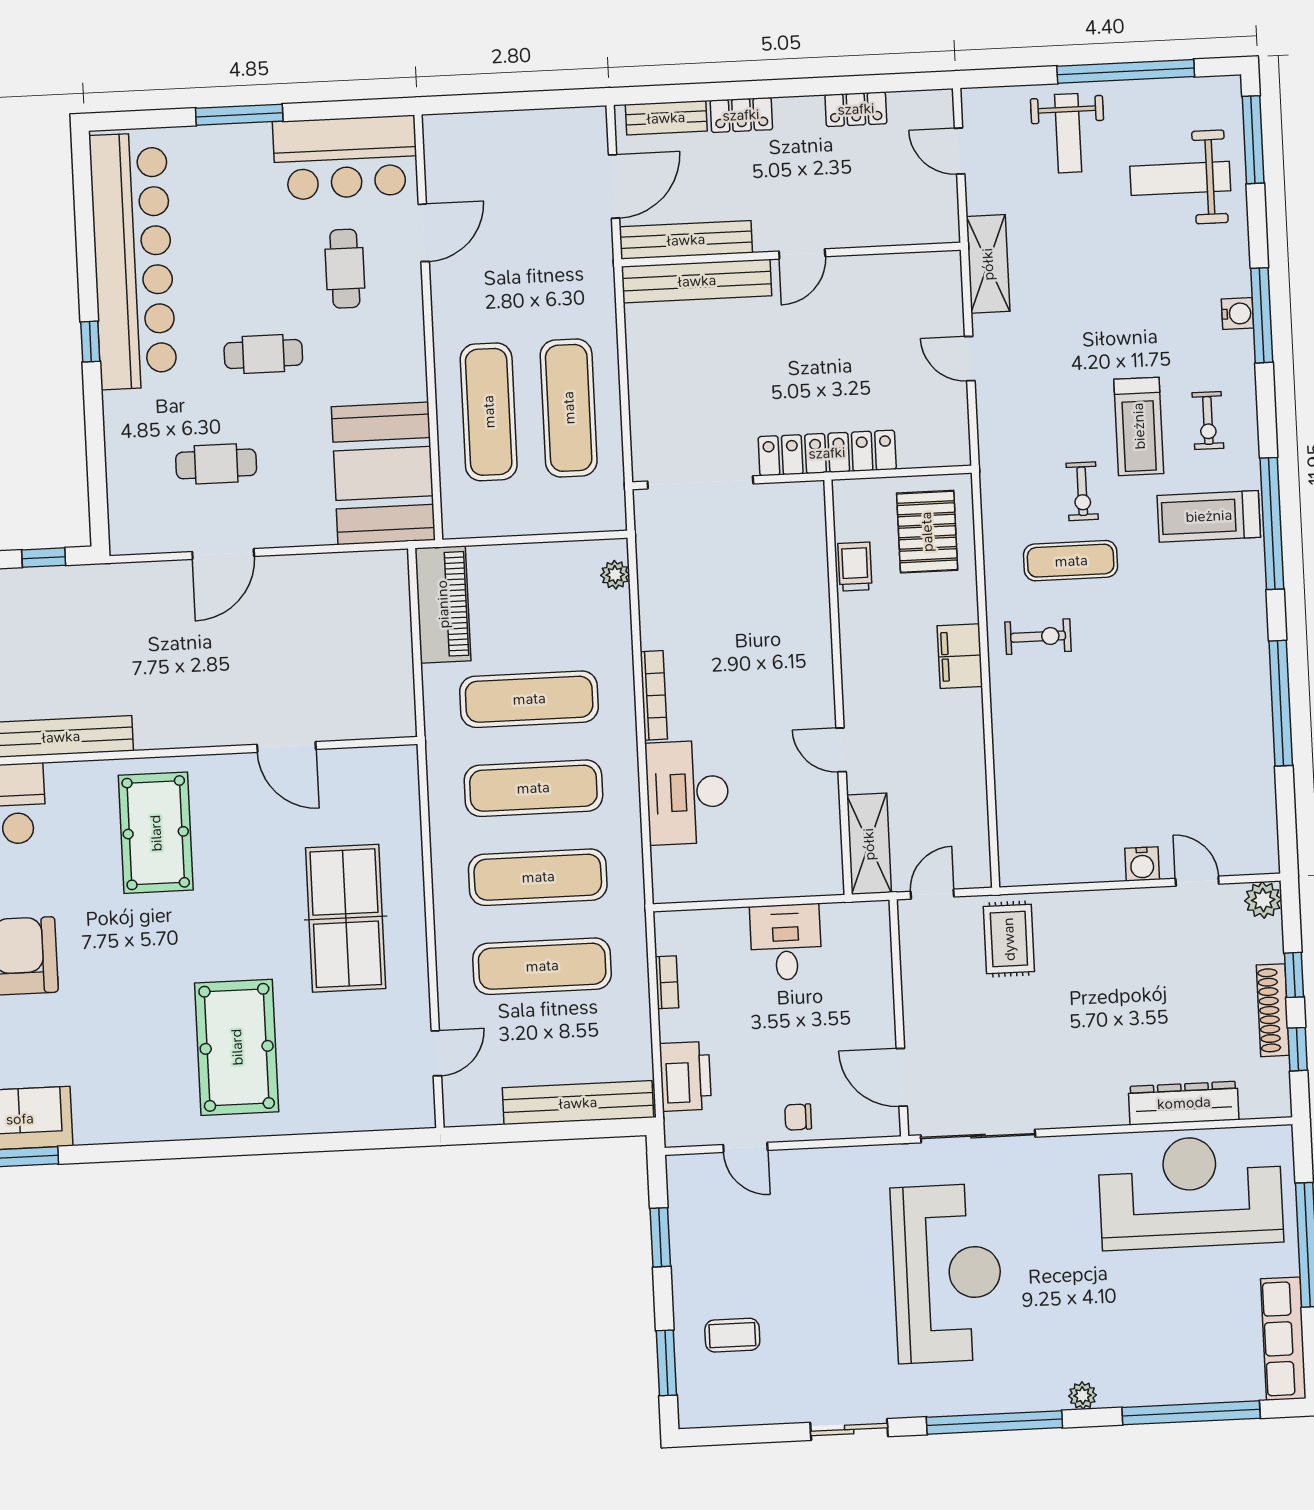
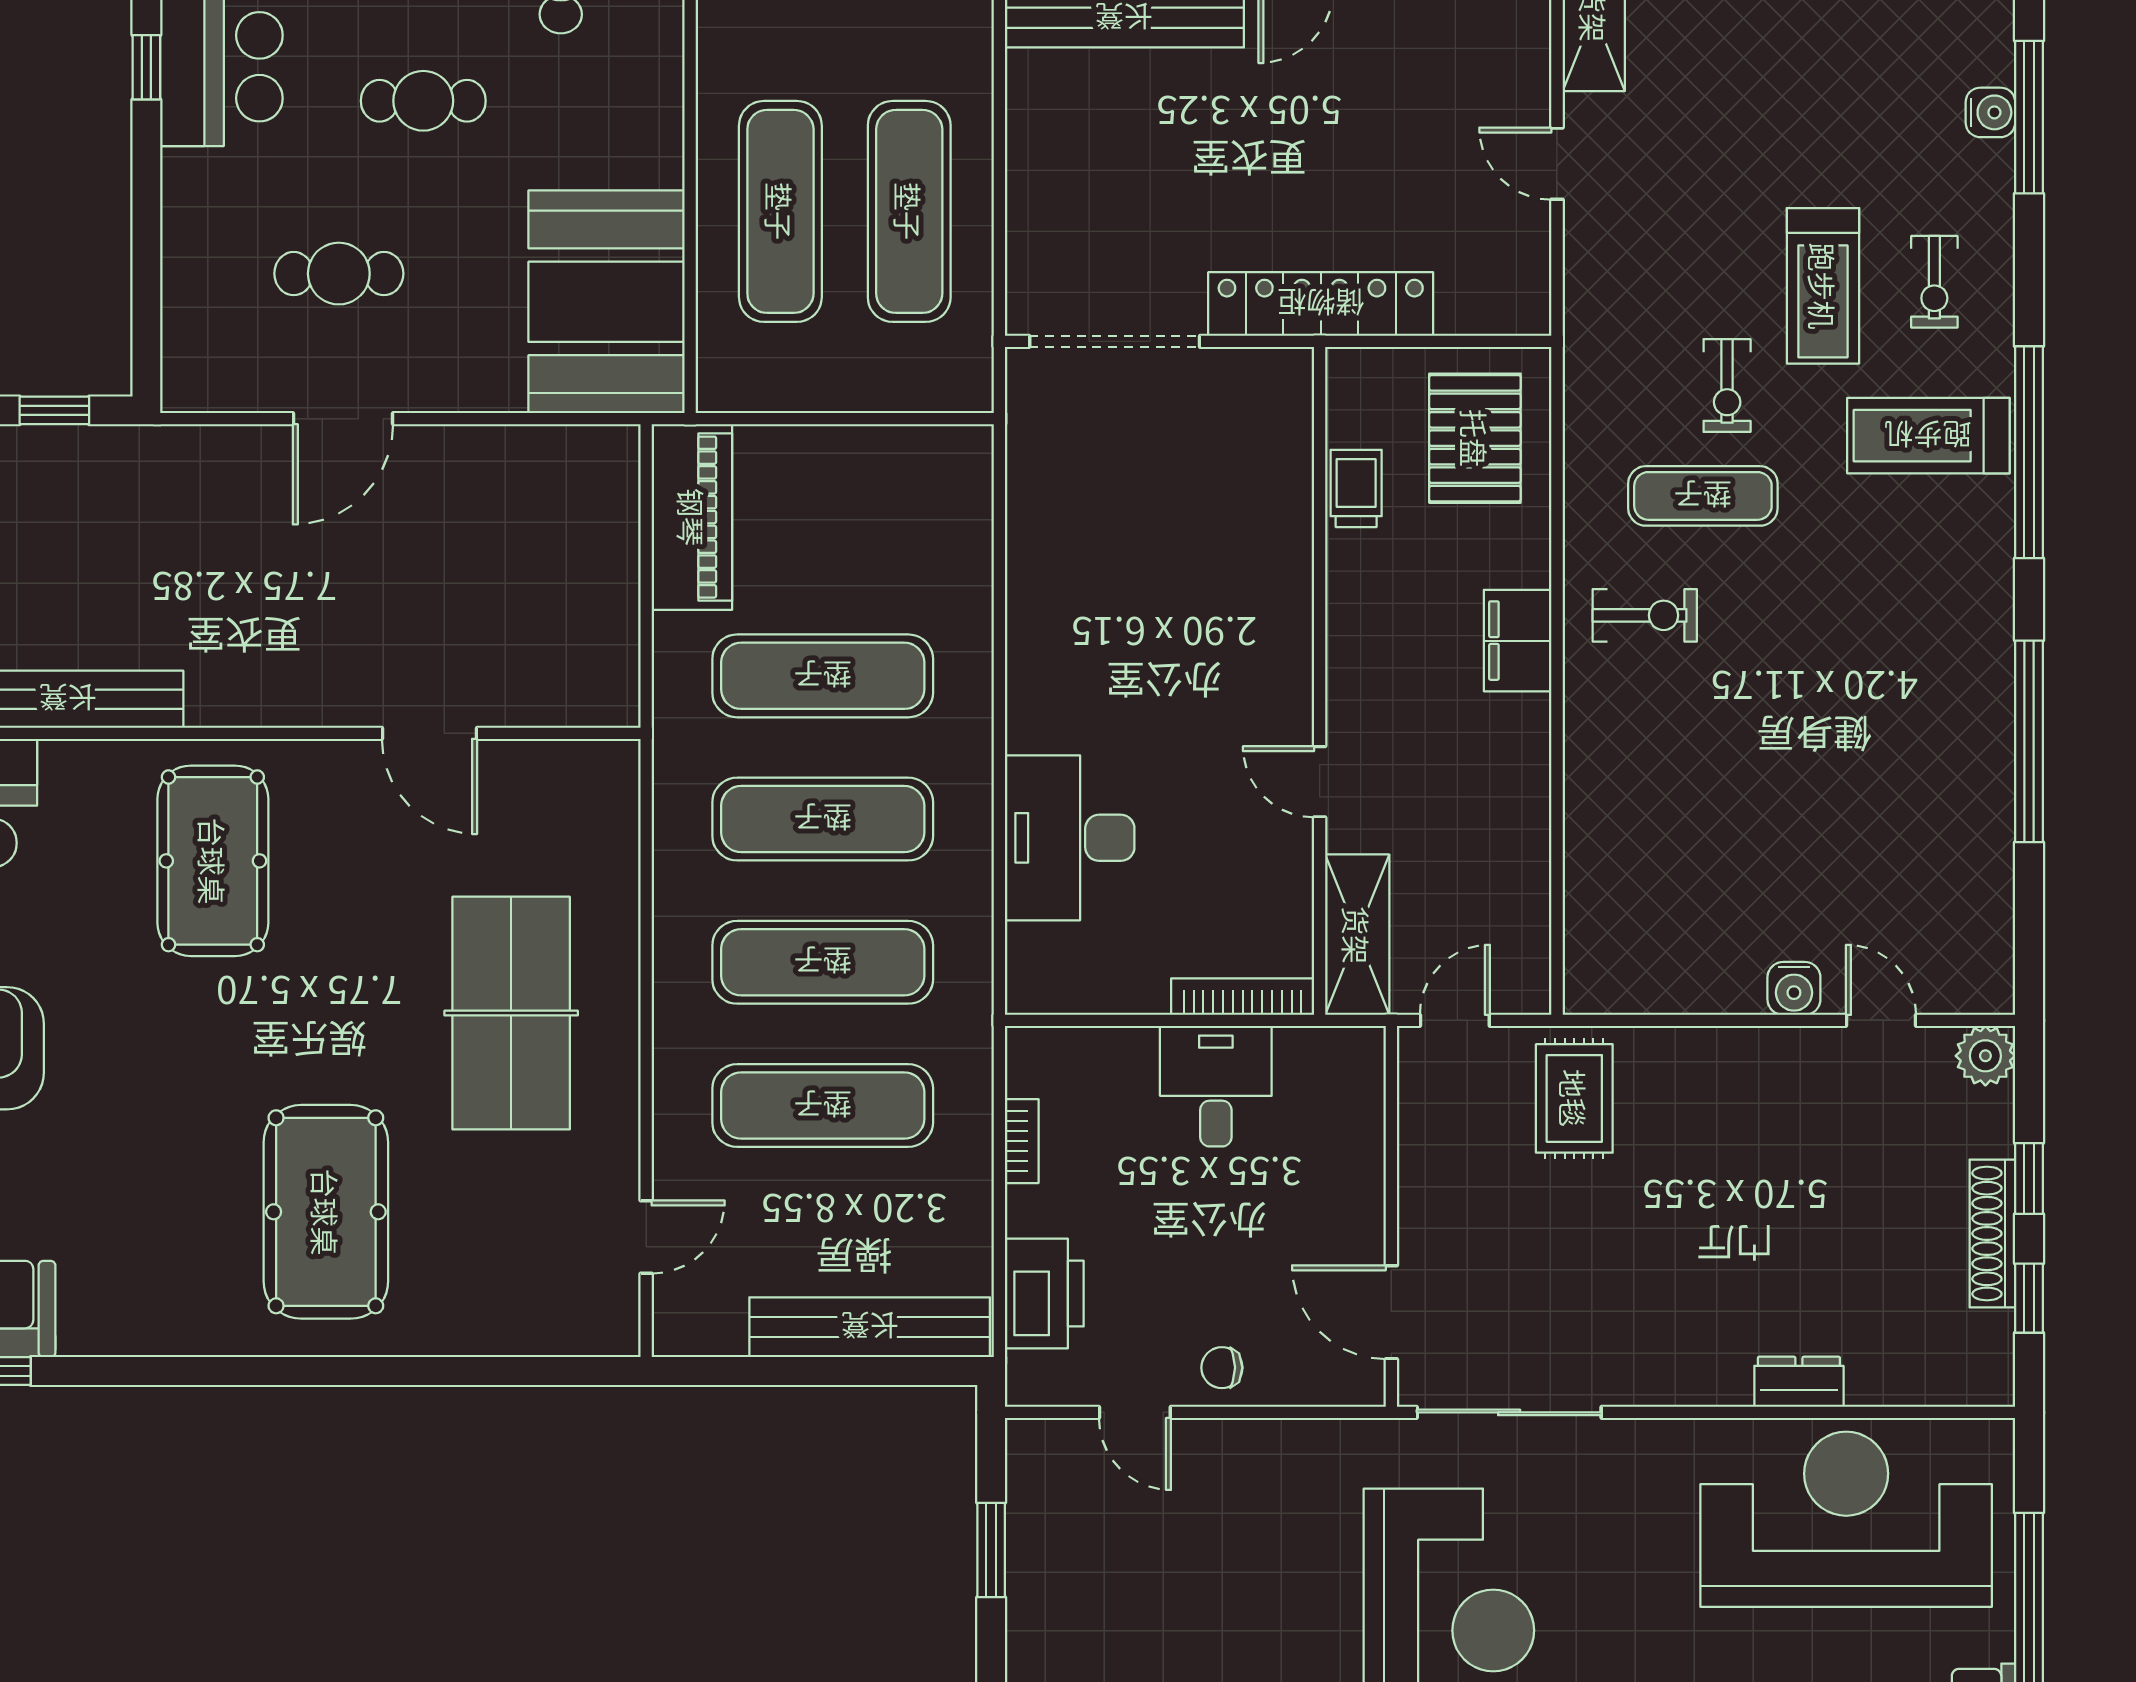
plant: (615, 575) -> (971, 483), removed
bookcase: (654, 695) -> (1243, 997), moved, turned -90
dresser: (1184, 1103) -> (1799, 1382), width x0.51, depth x0.80

